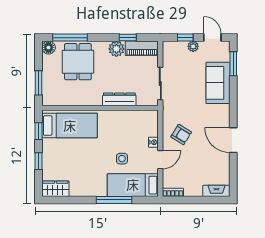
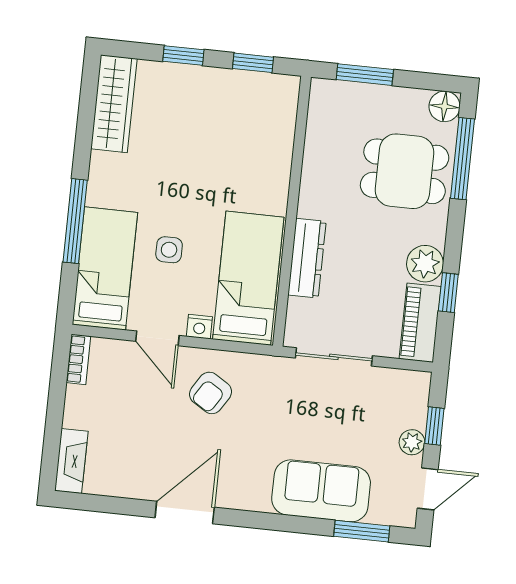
bed: (70, 126) -> (248, 278), moved, turned 180
wardrobe: (55, 189) -> (114, 104), width x1.50

